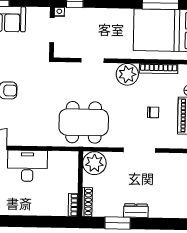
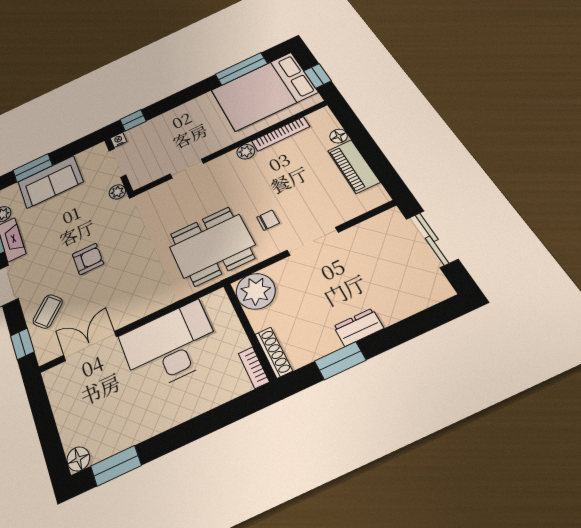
plant: (44, 52) -> (117, 192), added
plant: (127, 74) -> (246, 152), width x0.53, depth x0.53
chair: (153, 112) -> (268, 220), moved
desk: (27, 166) -> (170, 346), width x1.36, depth x1.30

